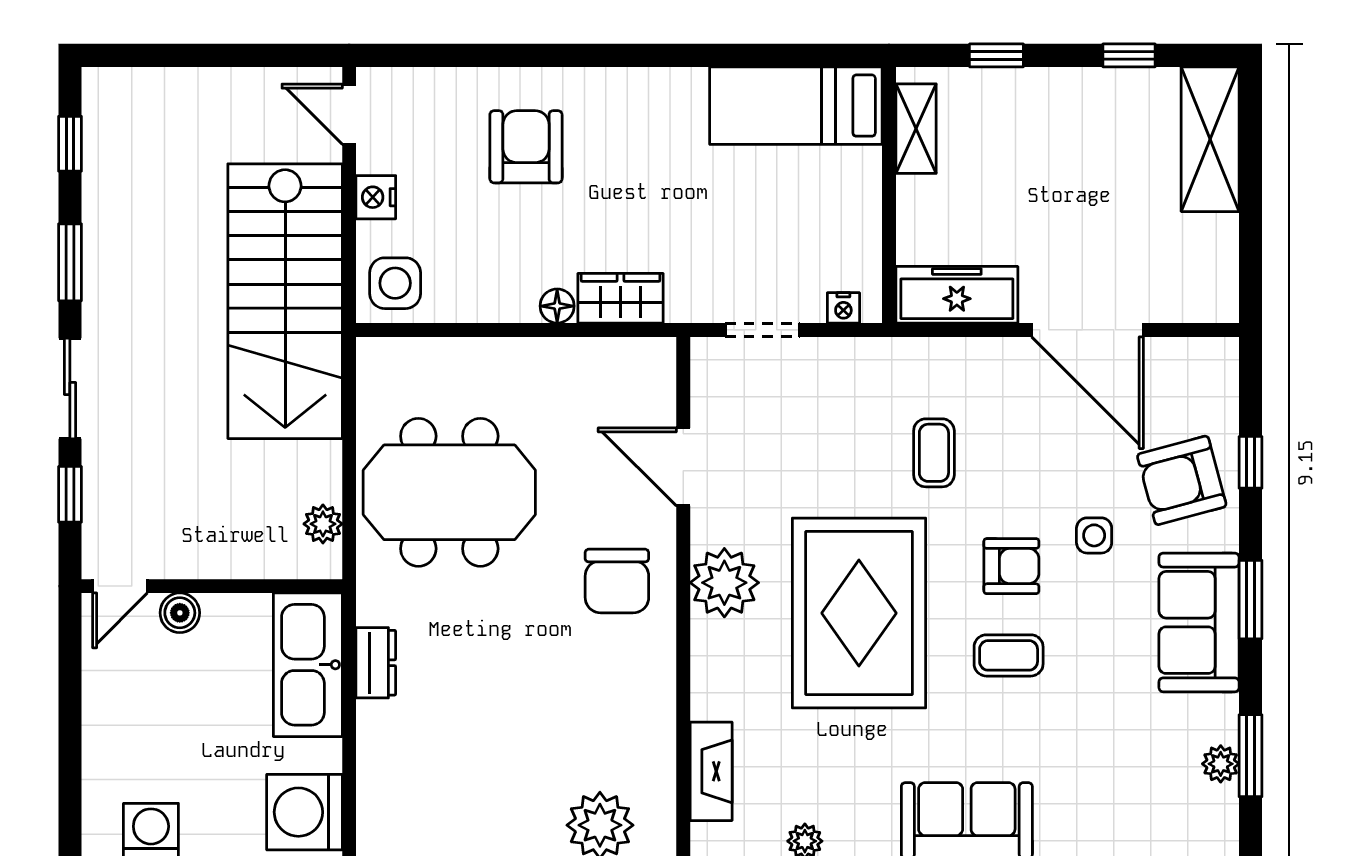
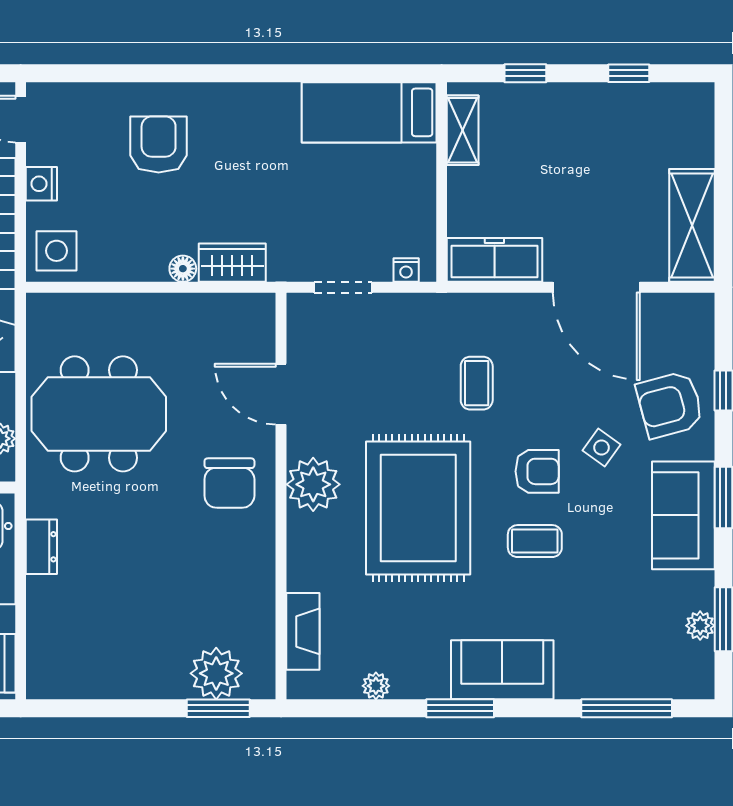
shelving: (1210, 139) -> (692, 225), moved
side table: (1094, 535) -> (602, 448), turned 36

